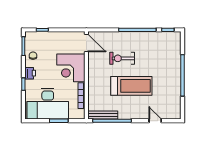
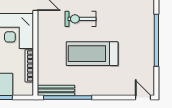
treadmill: (131, 86) -> (92, 54), turned 180
door: (155, 121) -> (143, 97), moved

